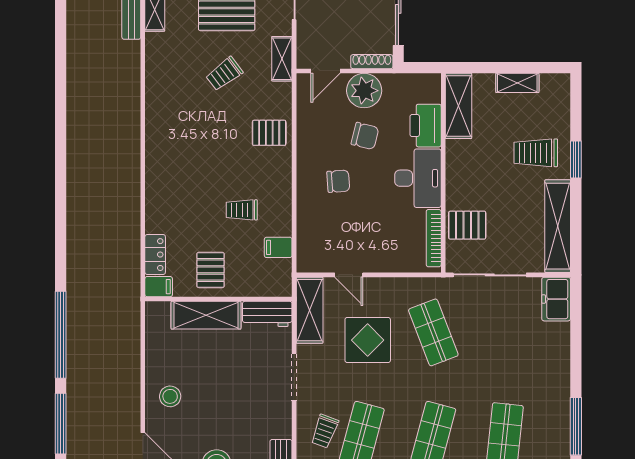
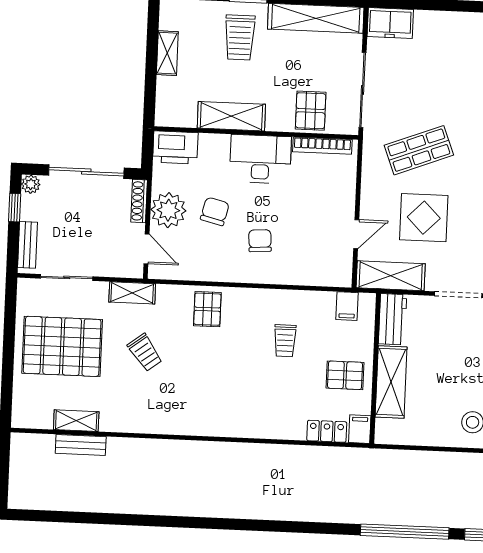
shelving: (458, 106) -> (231, 116), moved
printer: (426, 126) -> (175, 147), moved
filing cabinet: (278, 247) -> (347, 306), moved

